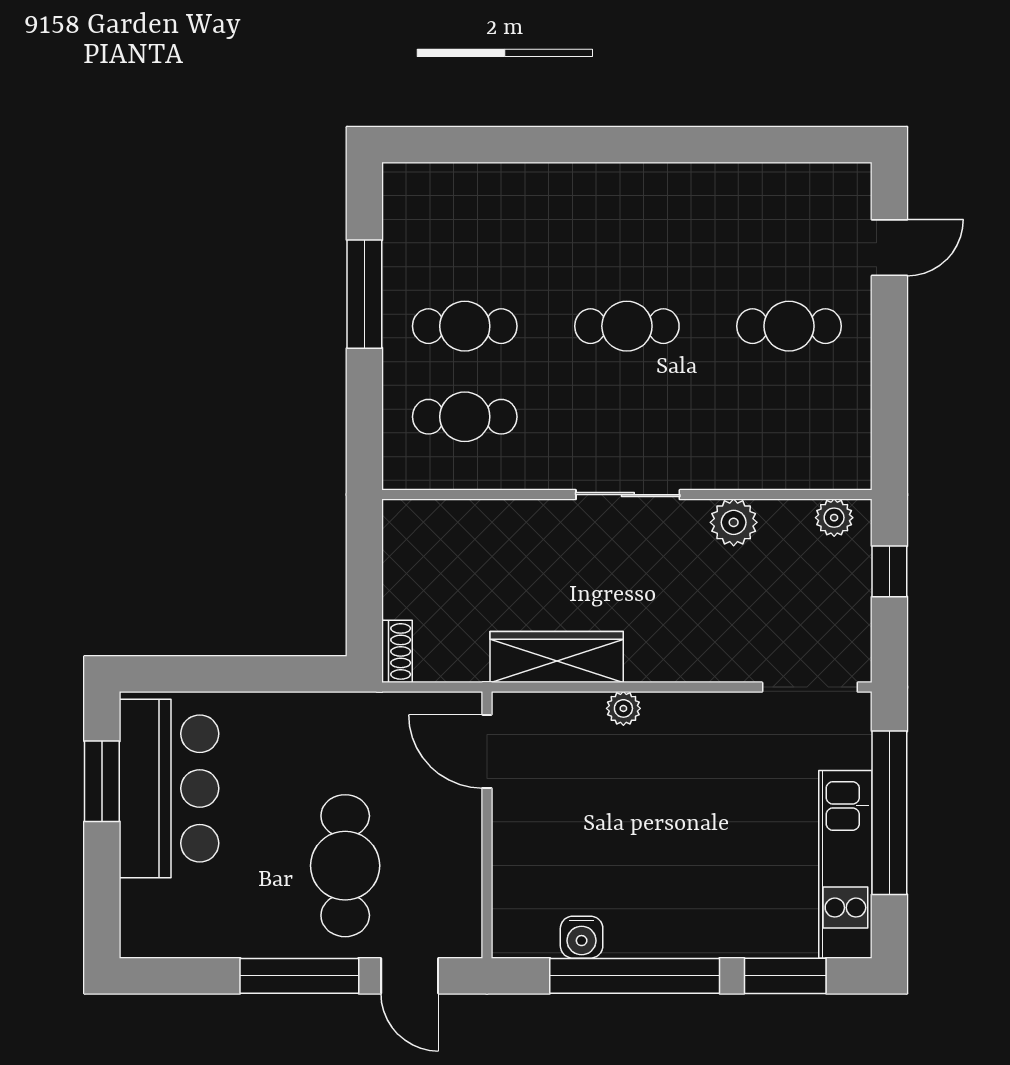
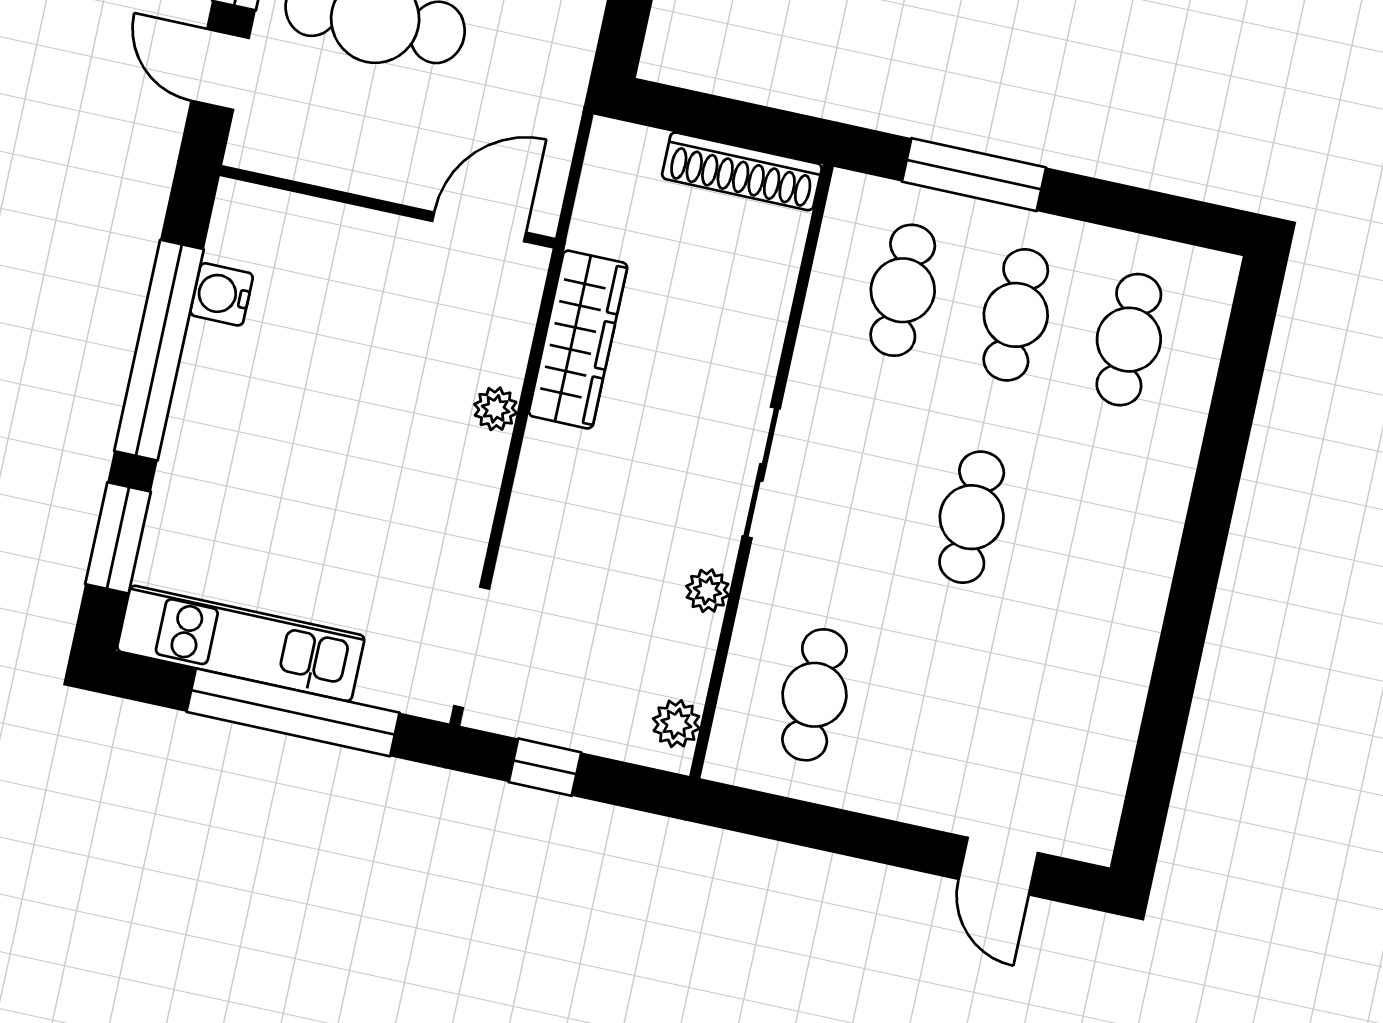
cafe table: (465, 236) -> (1129, 340), added
window: (364, 294) -> (974, 175), moved
cafe table: (789, 326) -> (815, 695), moved
plant: (734, 522) -> (708, 591), width x0.73, depth x0.73
window: (889, 571) -> (545, 767), moved
shoe rack: (397, 651) -> (742, 171), moved, width x1.94, depth x1.24
door: (410, 976) -> (220, 69), hinge flipped

